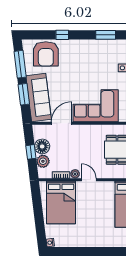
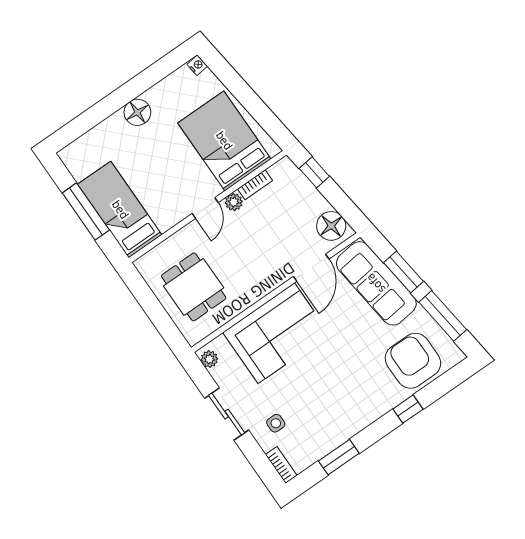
floor lamp: (42, 146) -> (331, 226), moved
window: (31, 152) -> (314, 172), moved
plant: (43, 161) -> (299, 187), removed
door: (89, 180) -> (205, 208), hinge flipped
floor lamp: (89, 240) -> (137, 112), added

